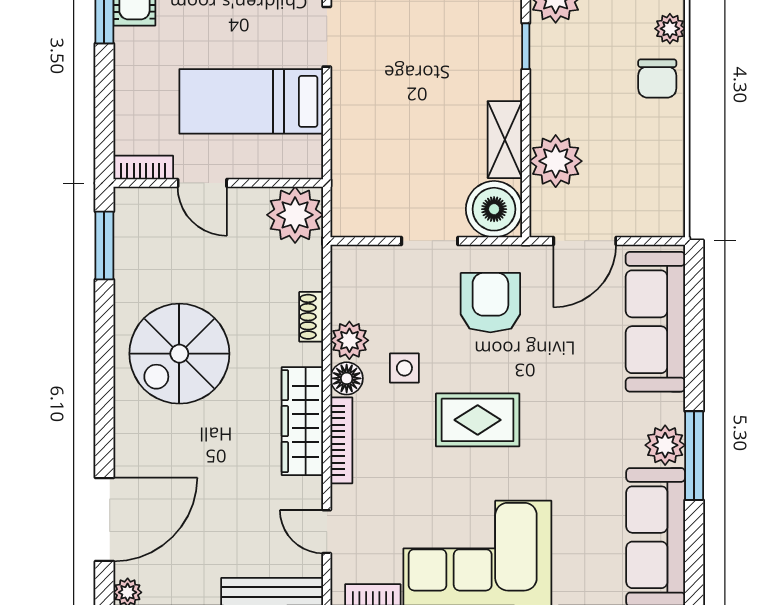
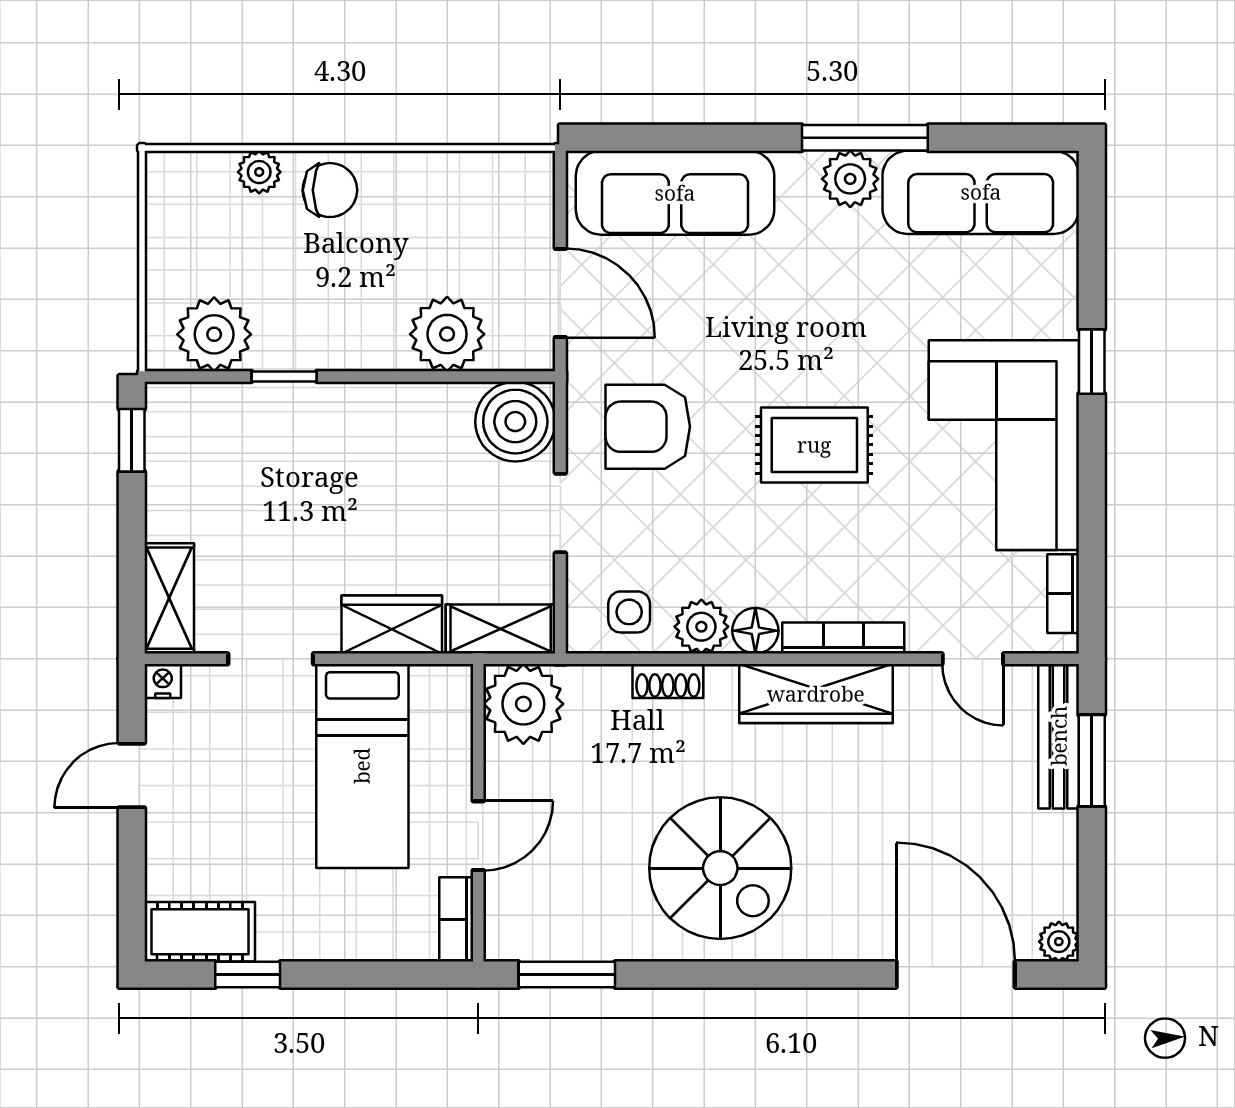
wardrobe: (351, 122) -> (392, 625), added
shelving: (505, 140) -> (501, 629), moved
side table: (404, 368) -> (629, 612), moved
rug: (478, 420) -> (814, 445), turned 90
door: (327, 532) -> (973, 659), hinge flipped

